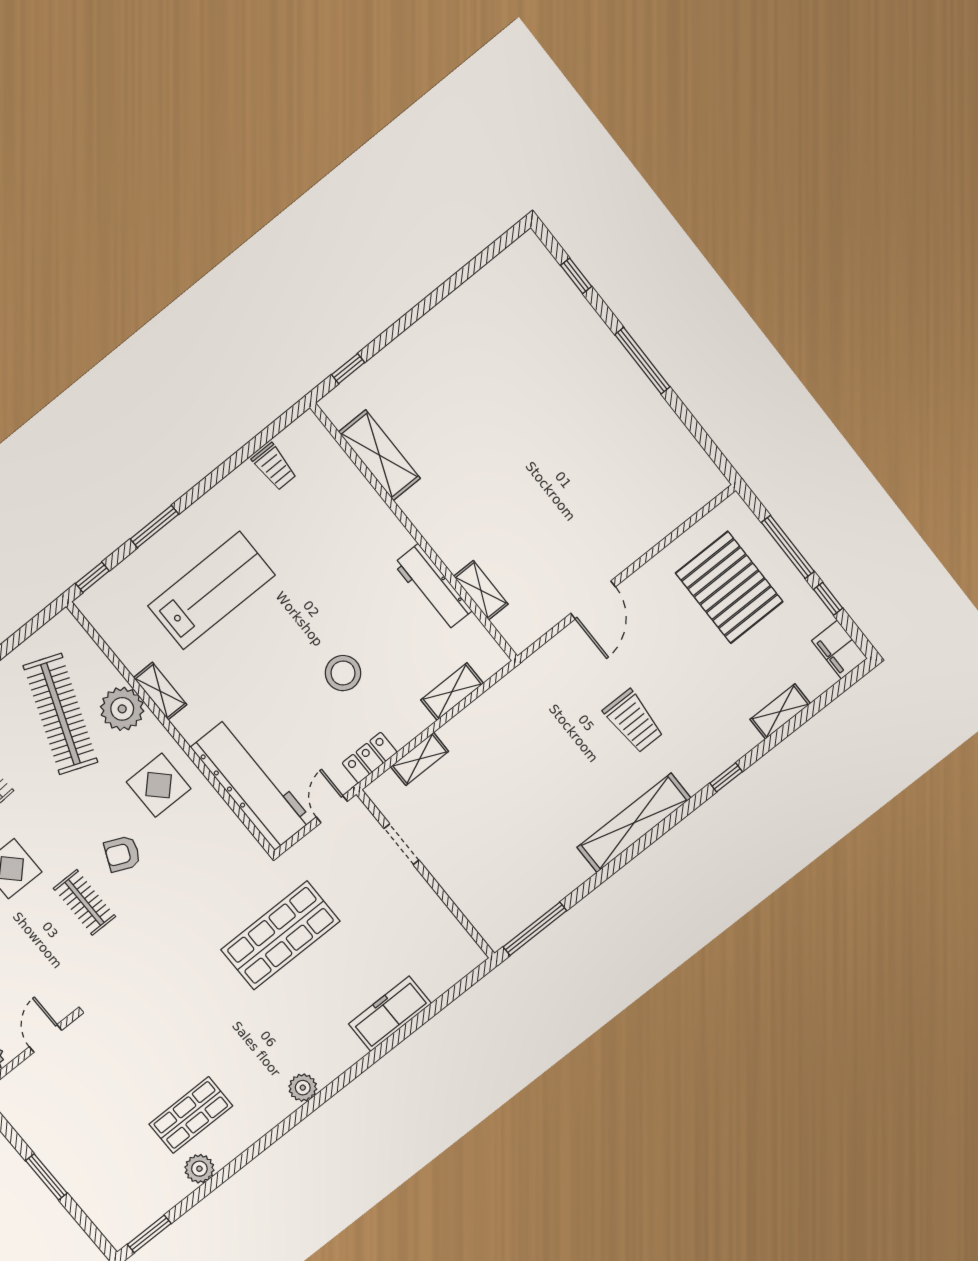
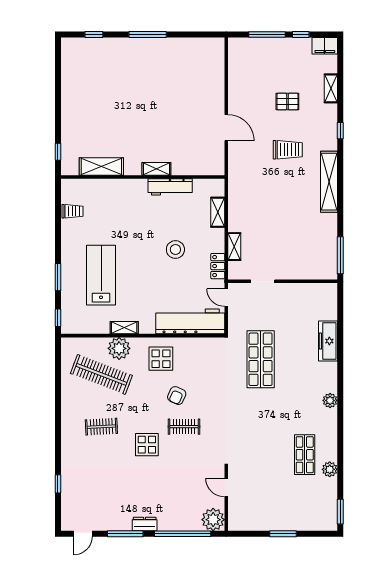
pallet: (729, 587) -> (287, 102), moved, width x0.49, depth x0.50
shelving: (481, 590) -> (156, 169), moved

